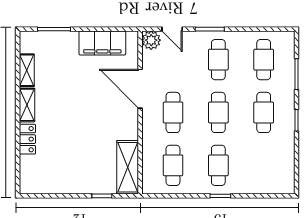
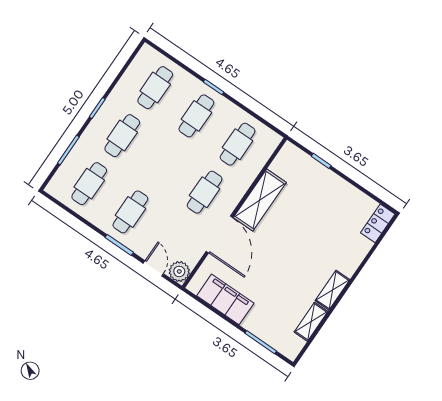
cafe table: (218, 112) -> (155, 88), moved
locker: (27, 139) -> (378, 223), moved
shelving: (128, 167) -> (260, 200), moved

